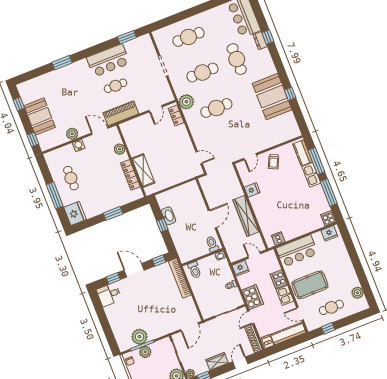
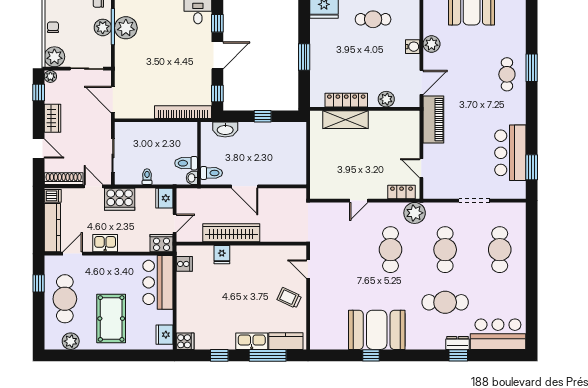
bar counter: (108, 60) -> (510, 153), moved
cafe table: (115, 86) -> (507, 74), moved
door: (199, 158) -> (359, 201), moved
fridge: (252, 190) -> (222, 255), moved
window: (329, 193) -> (219, 355), width x0.46
washbasin: (168, 216) -> (225, 130), moved
toilet: (195, 270) -> (186, 163), moved
cooker: (279, 279) -> (162, 243), moved
pool table: (310, 285) -> (111, 319), moved
cafe table: (331, 307) -> (65, 299), width x1.37, depth x1.35

